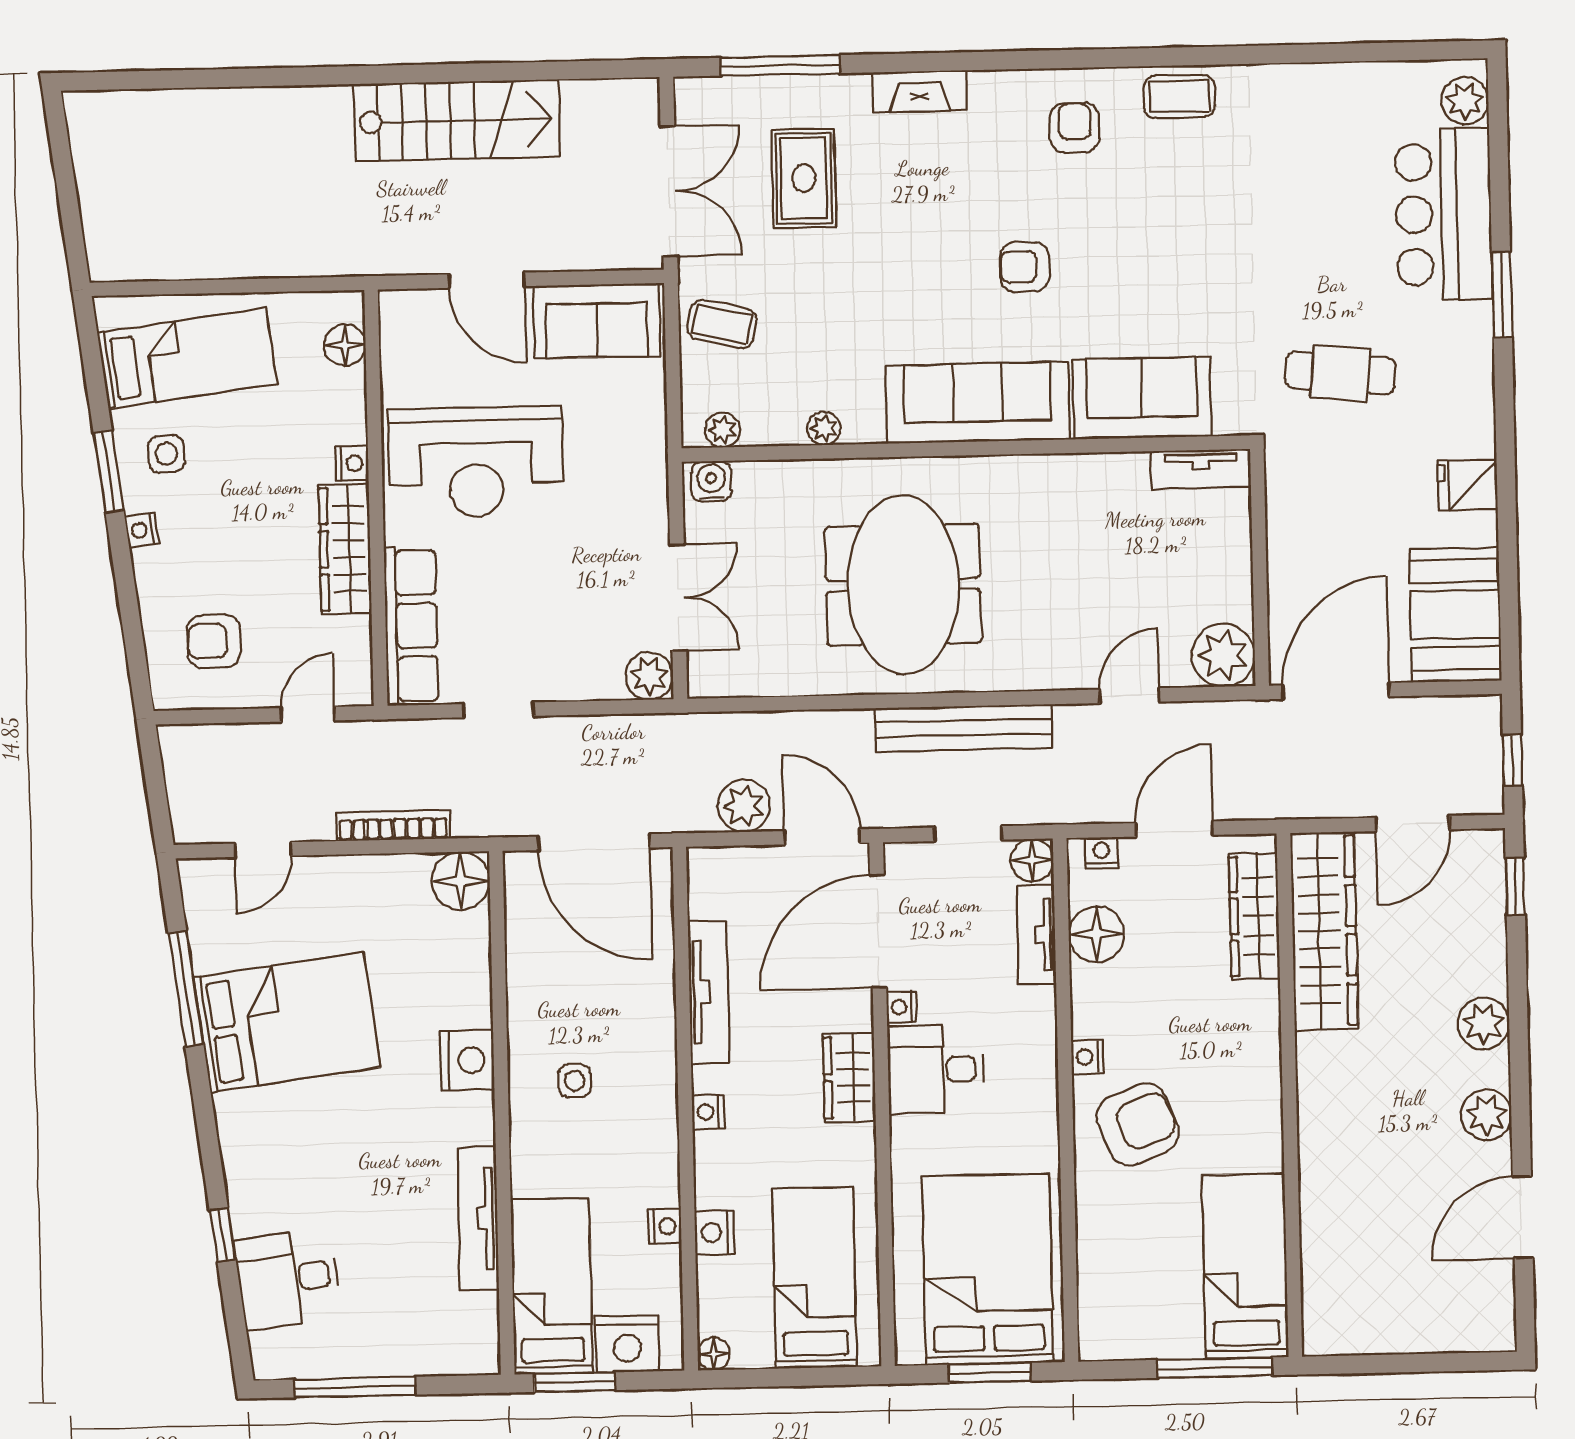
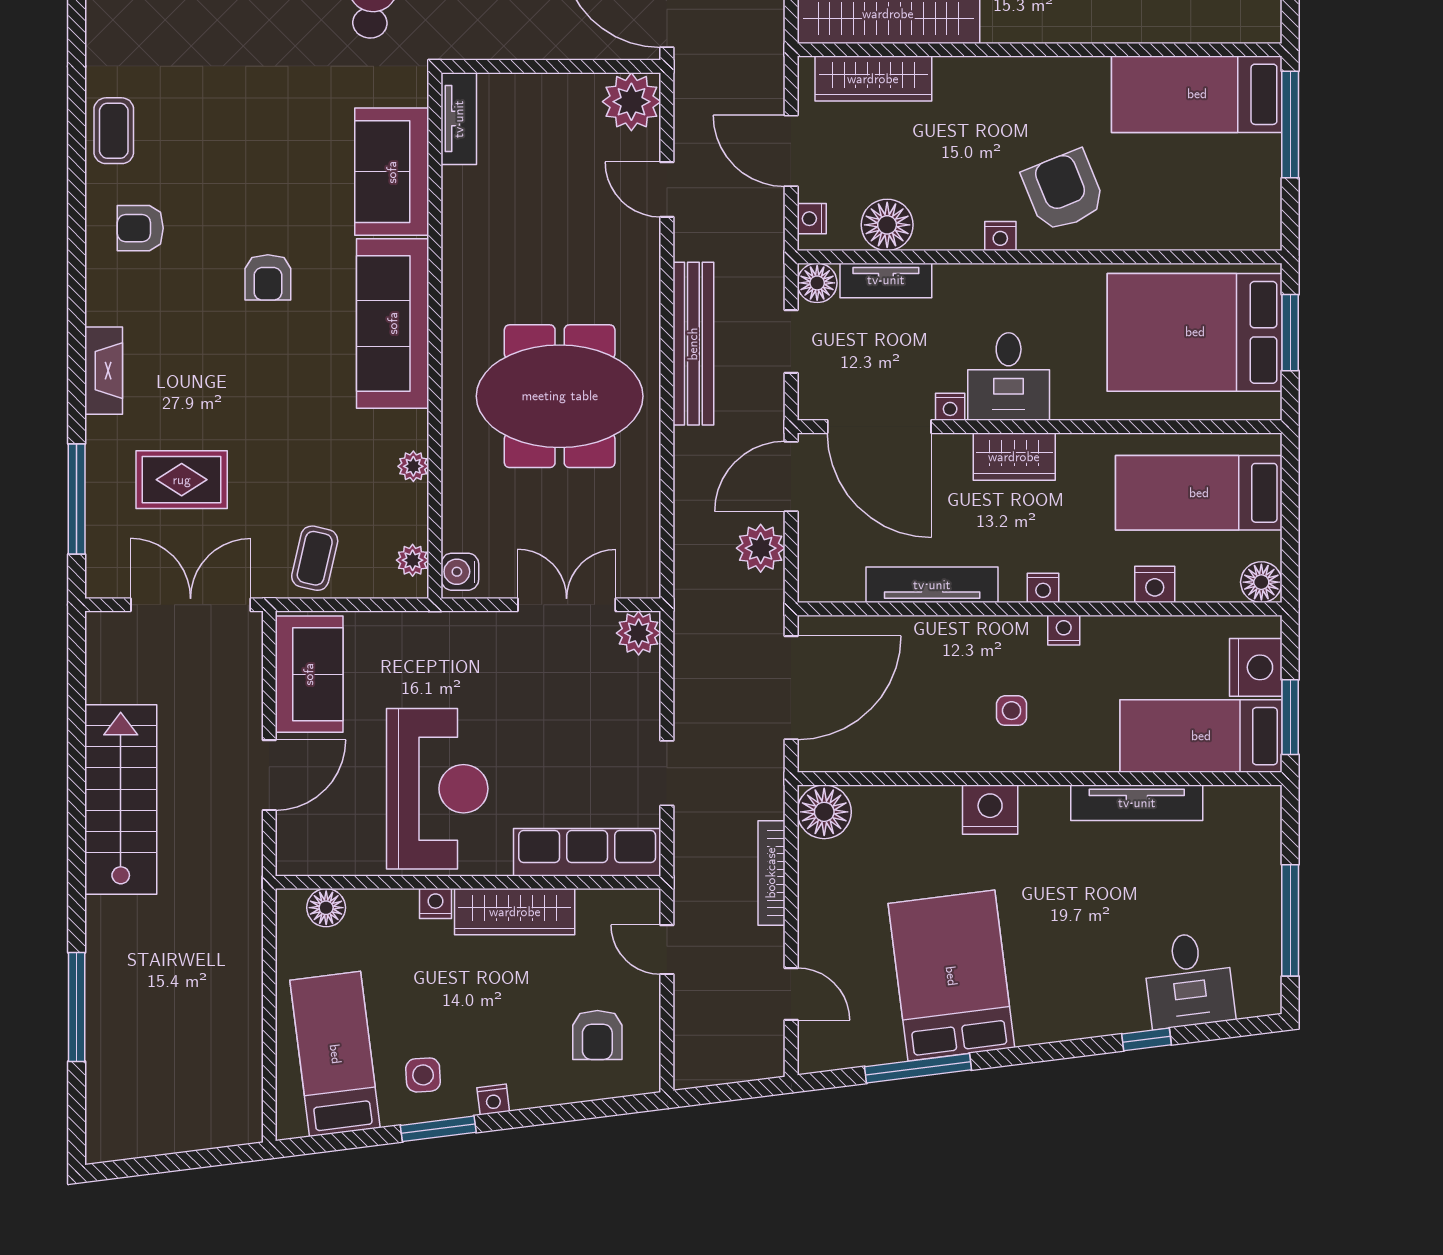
window: (231, 78) -> (77, 1007), added
nightstand: (665, 1226) -> (1064, 630), moved
floor lamp: (714, 1354) -> (1261, 582), width x1.37, depth x1.37

